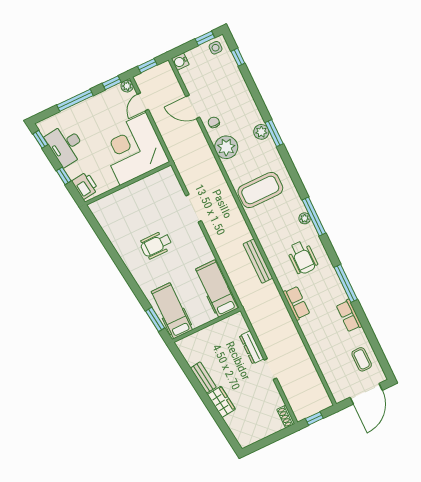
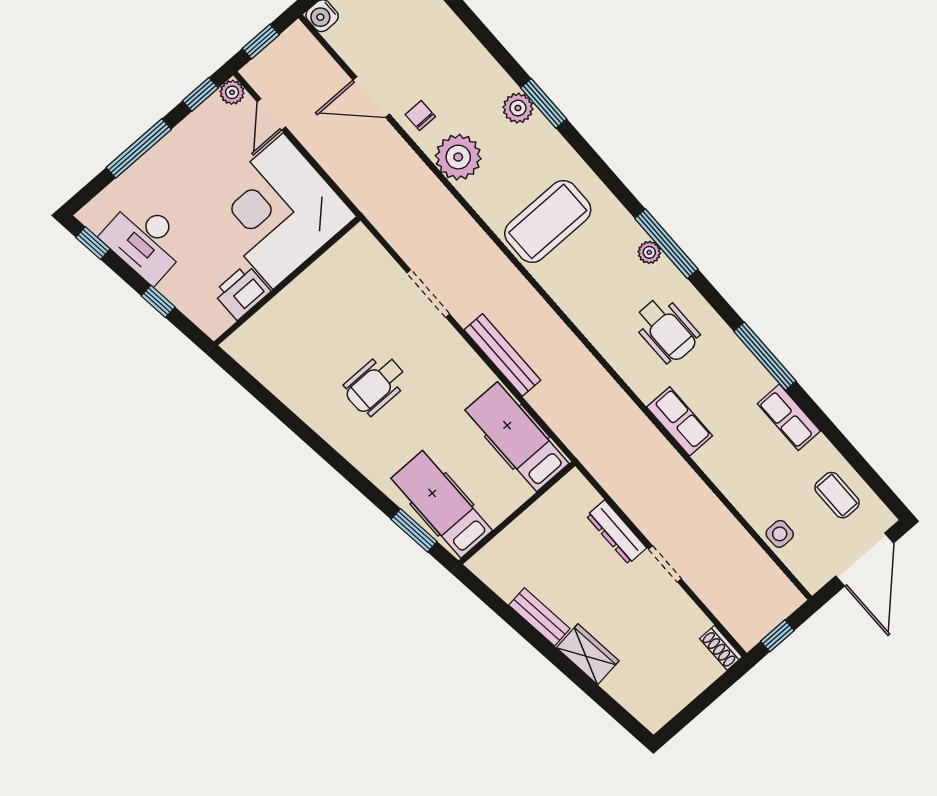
printer: (85, 186) -> (242, 292), moved, turned -83
bench: (258, 261) -> (502, 355), moved
side table: (329, 370) -> (780, 534), added

